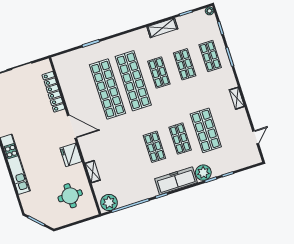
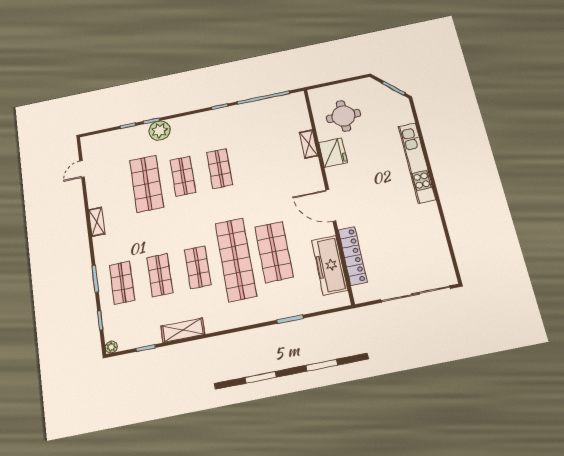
shop shelf: (108, 89) -> (274, 252), width x0.71
fridge: (71, 155) -> (333, 153), moved
freezer: (176, 181) -> (330, 265), moved, turned 90
plant: (109, 203) -> (291, 104), removed

